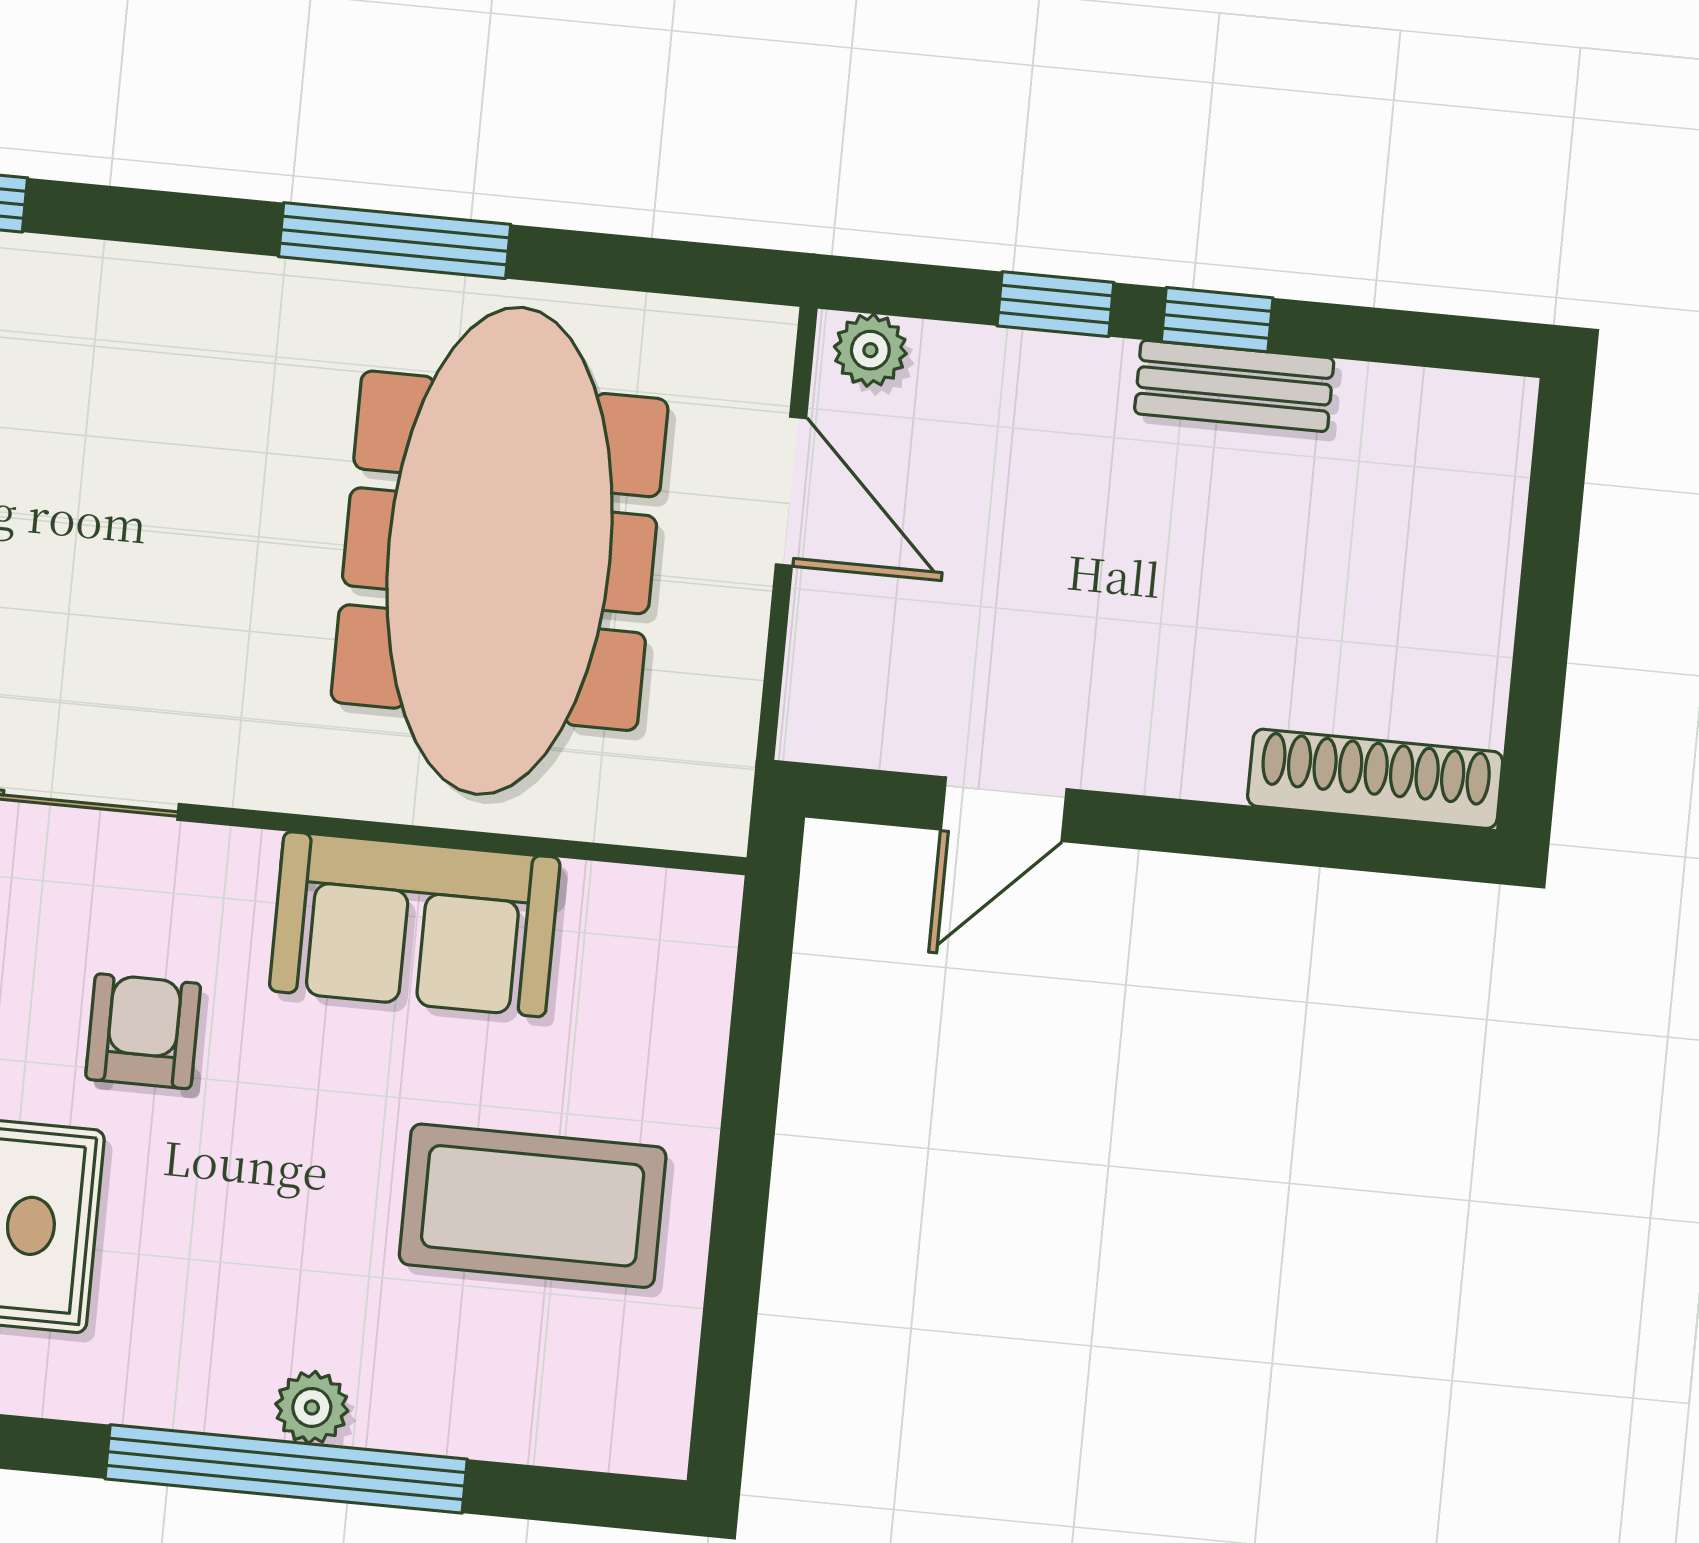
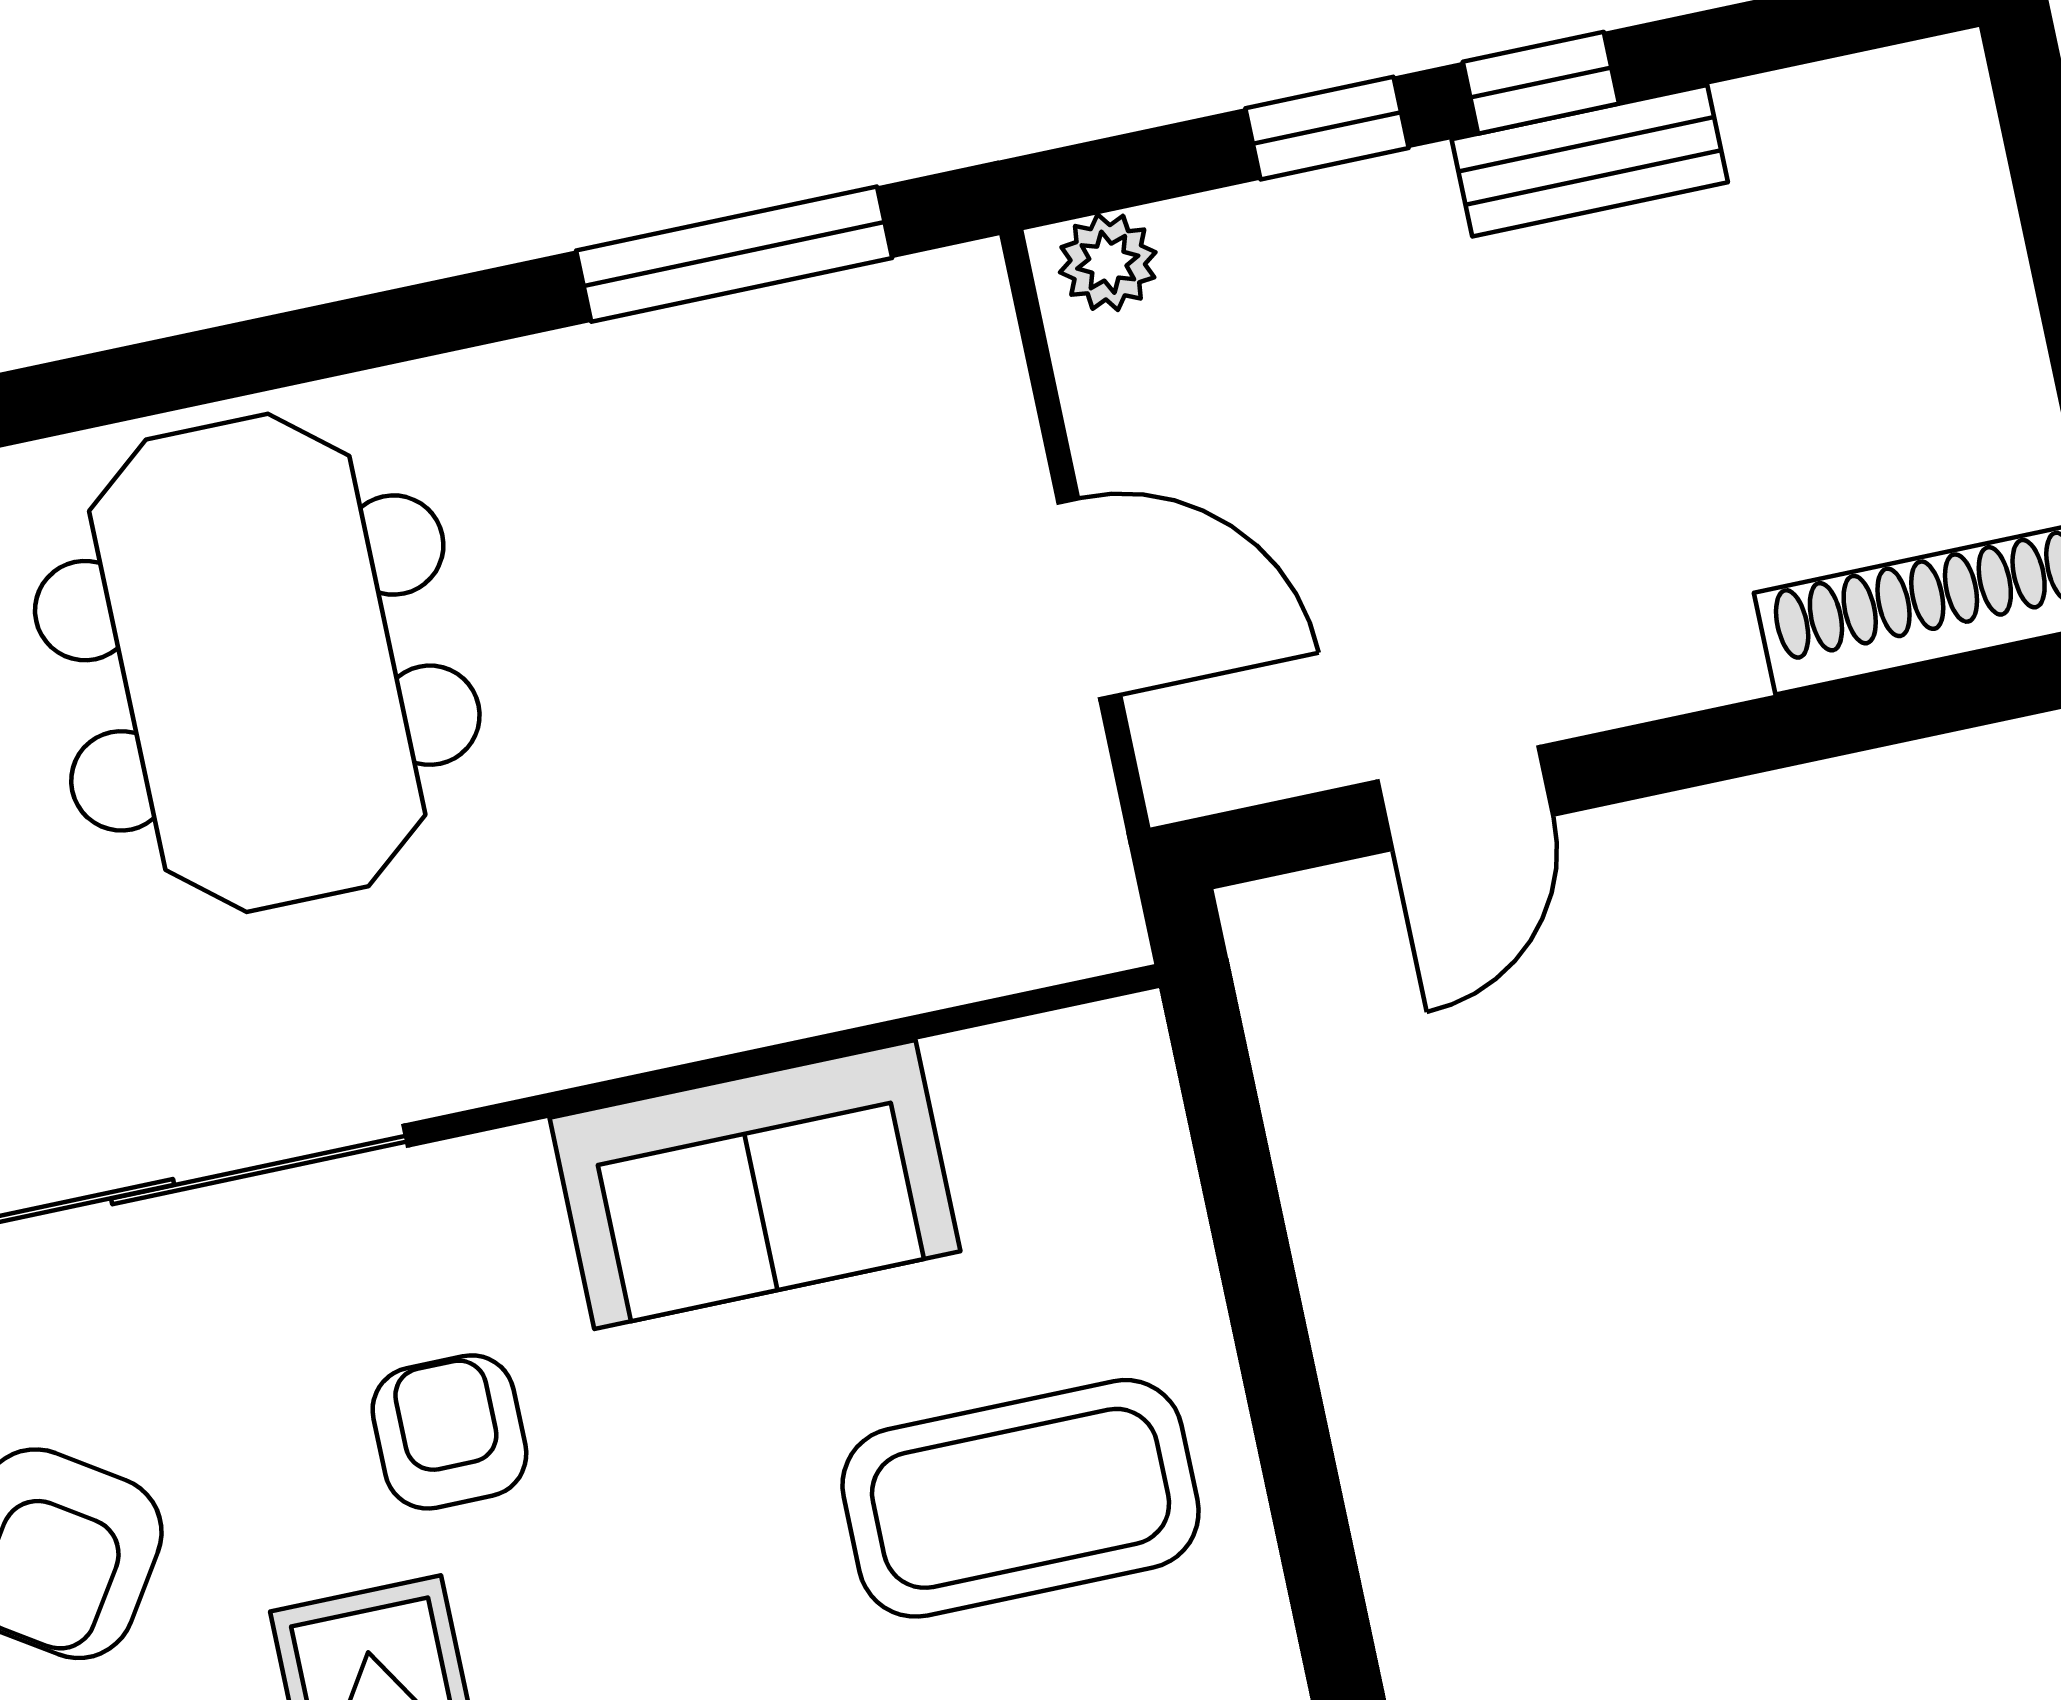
window: (395, 241) -> (734, 254), moved
door: (791, 491) -> (1089, 599), moved
meeting table: (500, 551) -> (257, 663), moved, width x0.73

